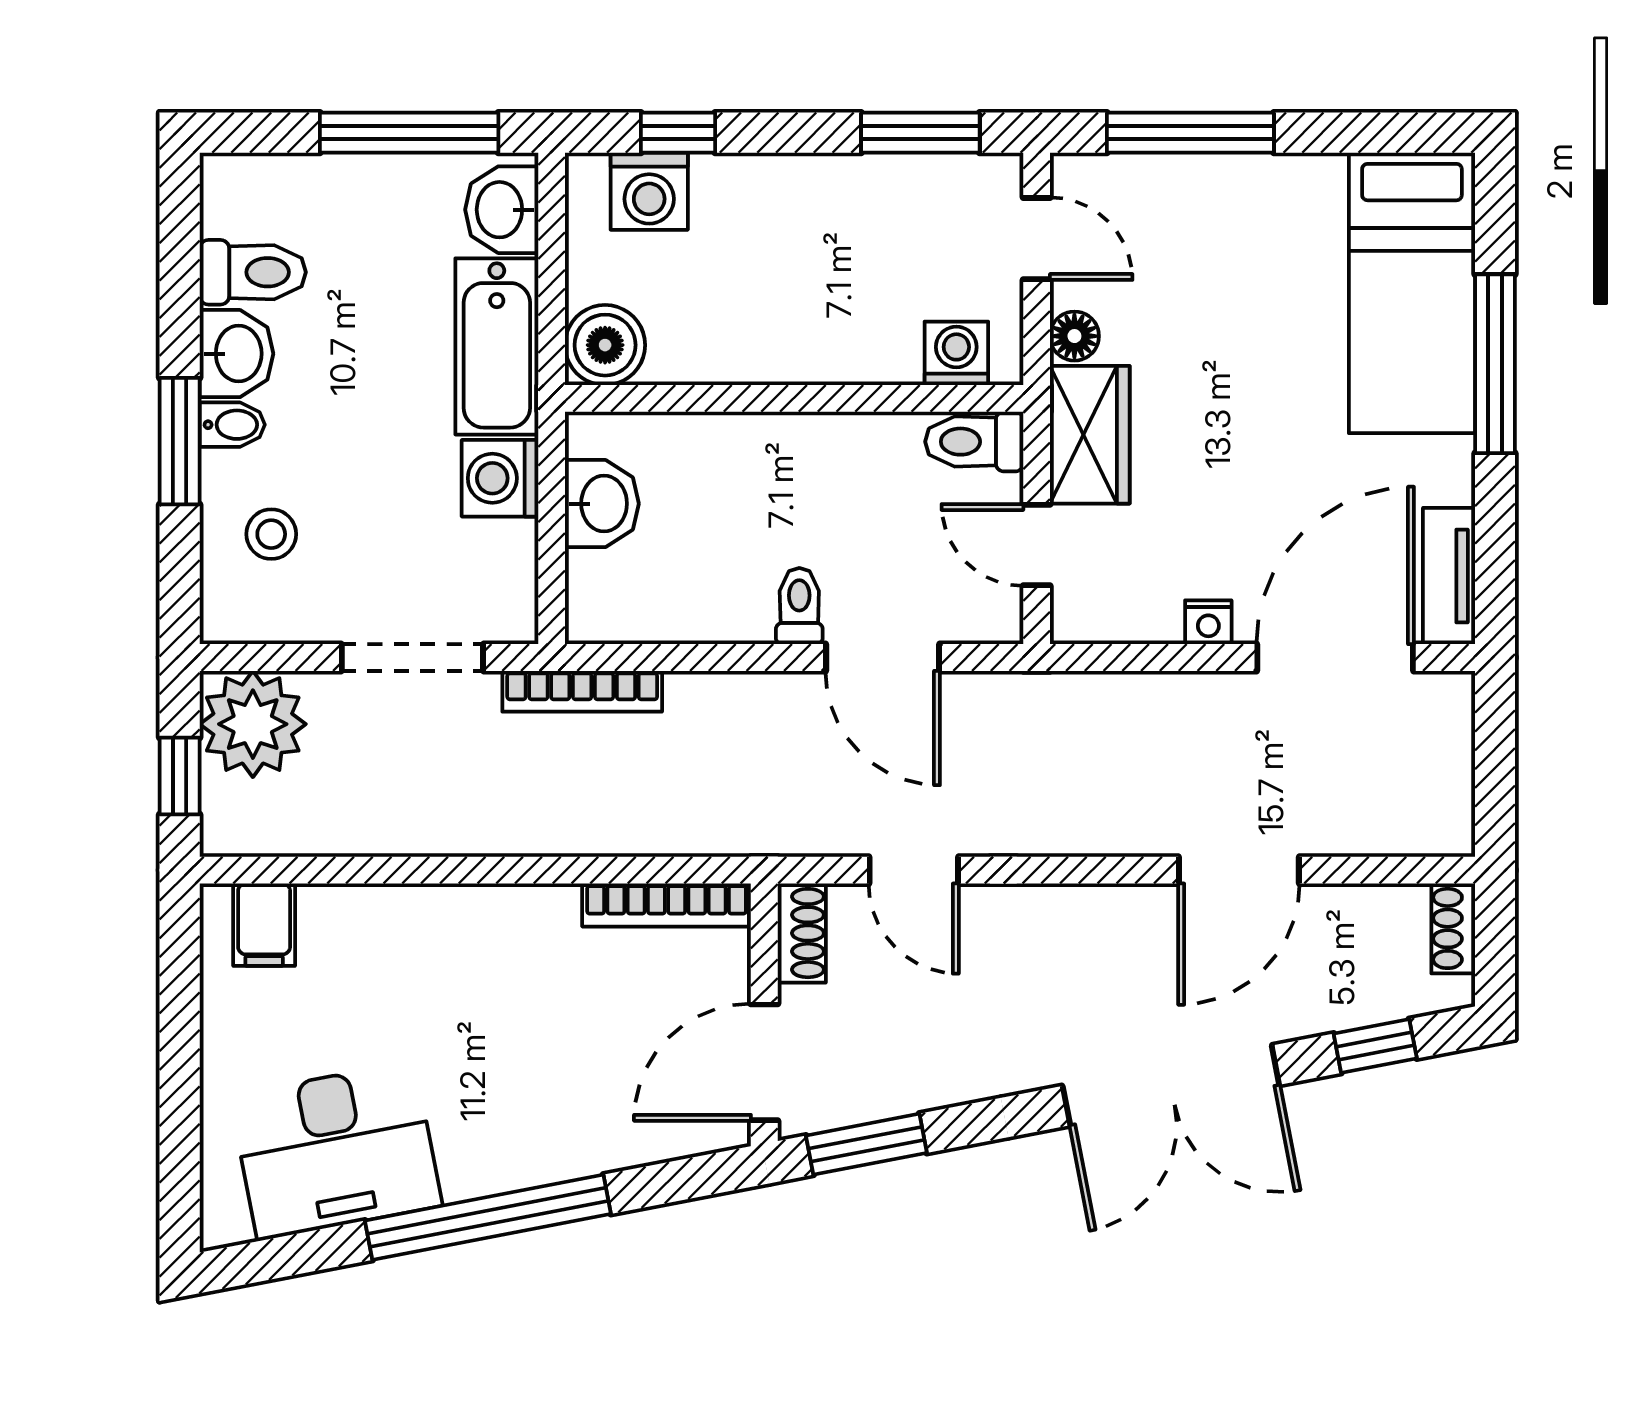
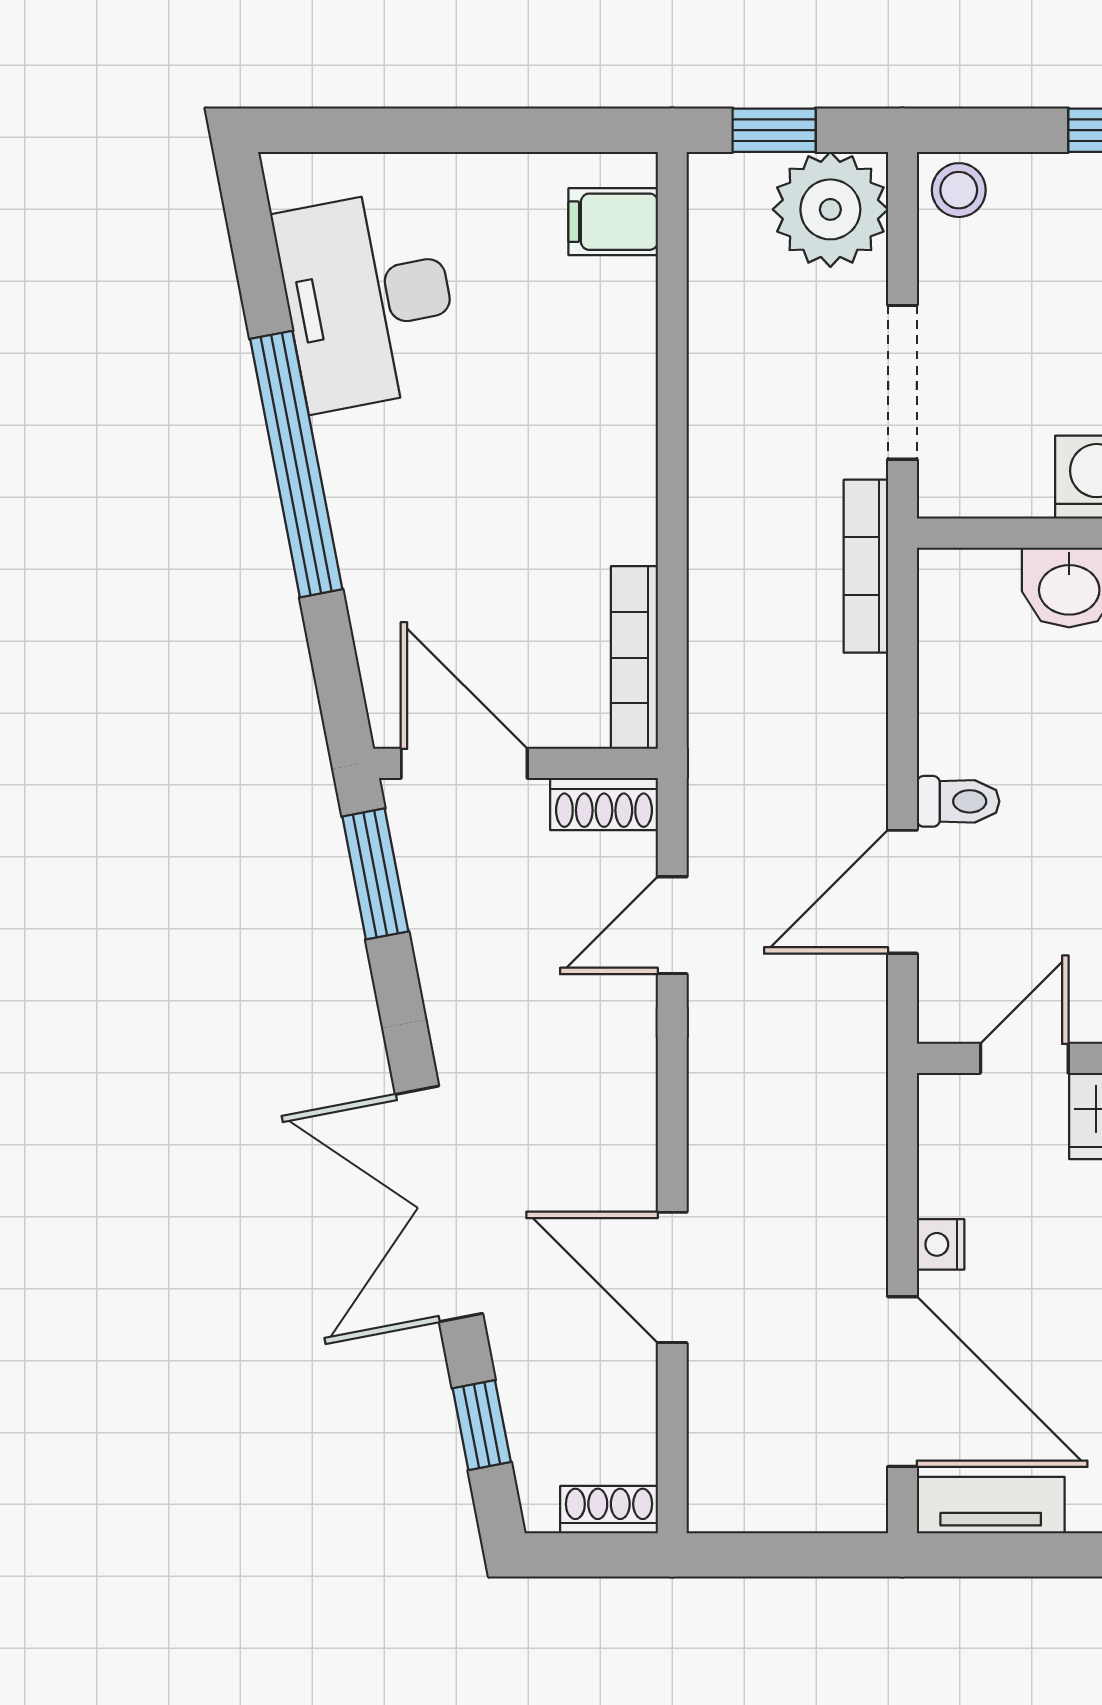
stool: (271, 534) -> (959, 190), moved

